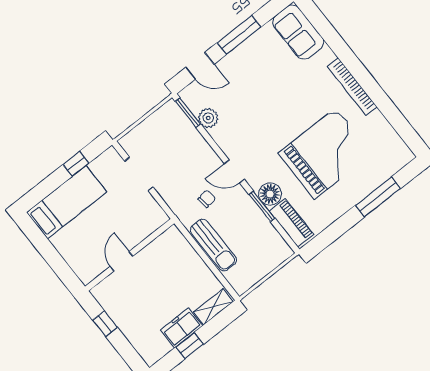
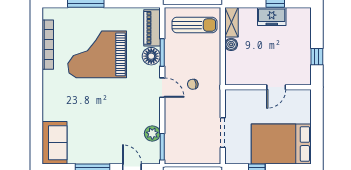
bookcase: (352, 87) -> (48, 45), moved
bed: (67, 202) -> (281, 144), width x1.50
sun lounger: (213, 245) -> (194, 25), moved, turned 90
boiler: (200, 268) -> (231, 44), added
shelving: (213, 307) -> (232, 22), moved, turned 90

